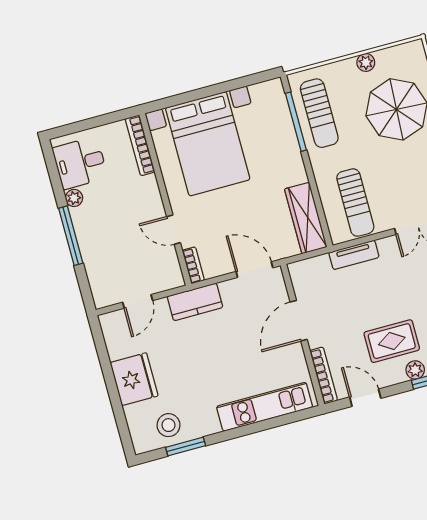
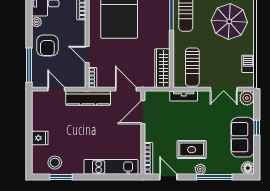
armchair: (103, 232) -> (47, 45), added
window: (71, 236) -> (29, 65), moved
door: (138, 301) -> (56, 89), swing flipped
kitchen counter: (195, 302) -> (88, 98), width x1.50
door: (299, 321) -> (143, 112), moved
fridge: (134, 379) -> (40, 138), width x0.53, depth x0.75

